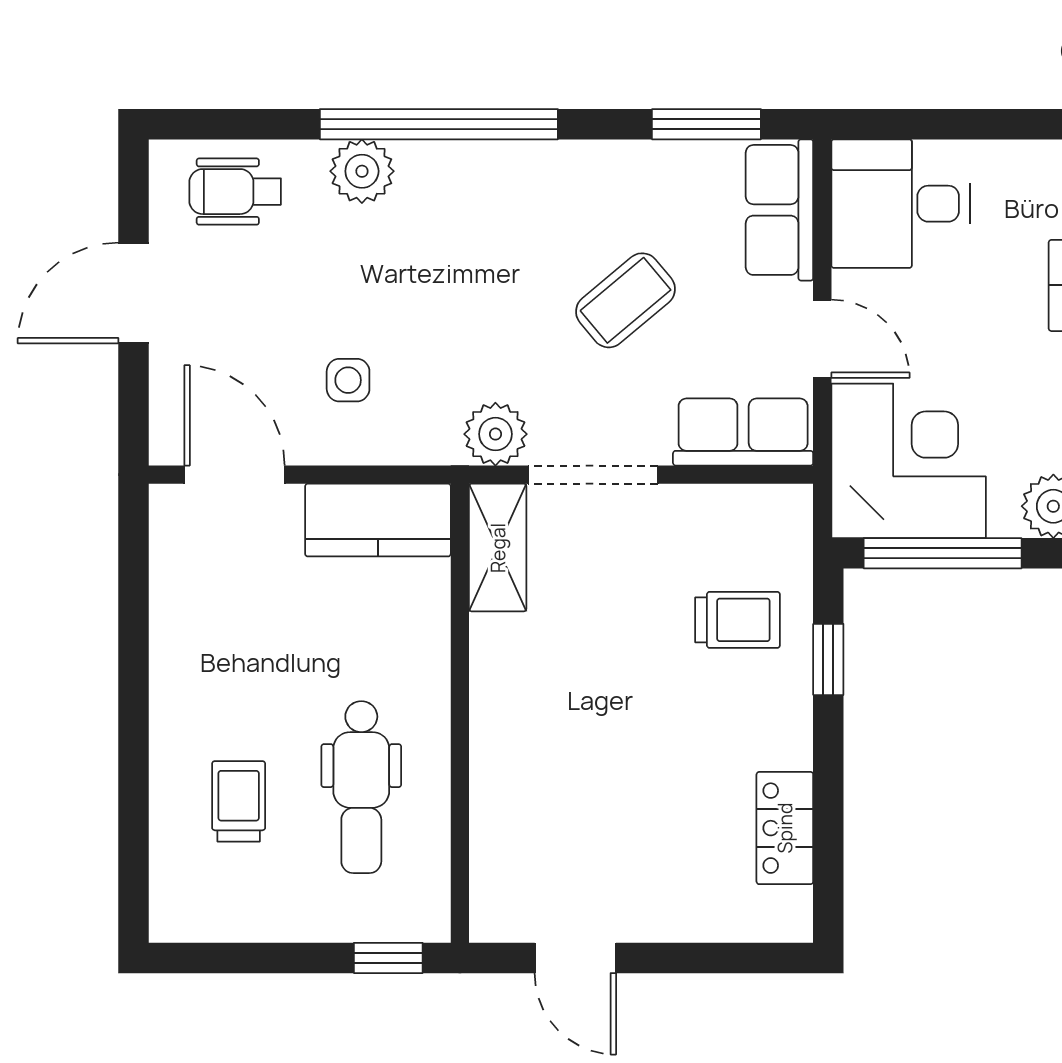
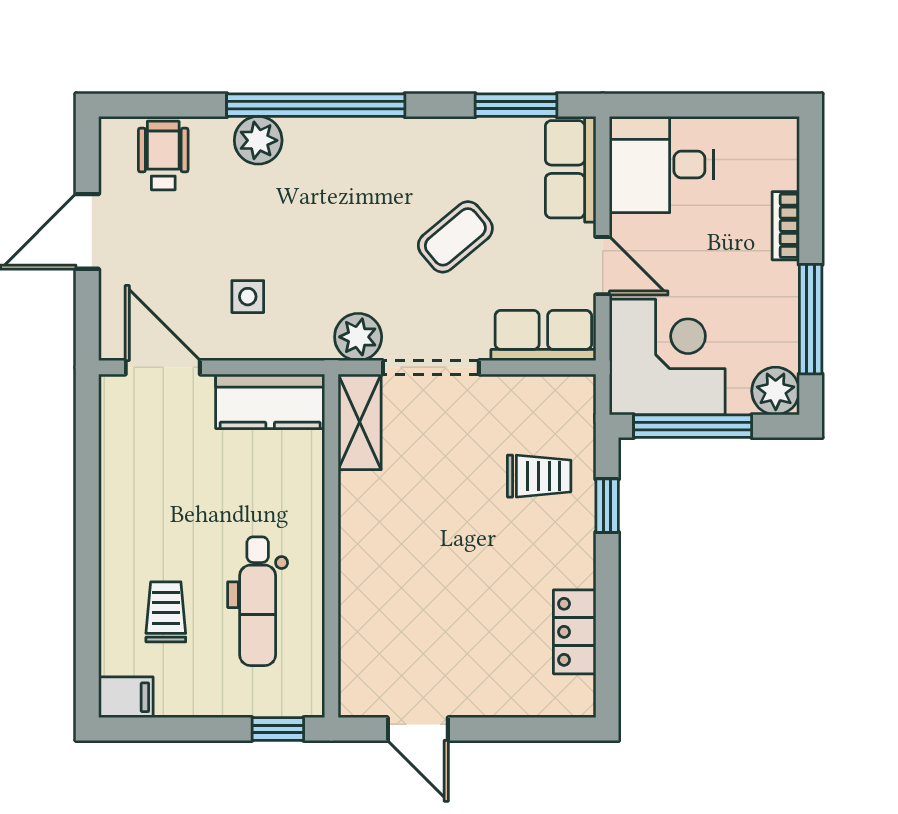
wheelchair: (235, 192) -> (163, 156), turned 90
filing cabinet: (185, 915) -> (126, 697), added

